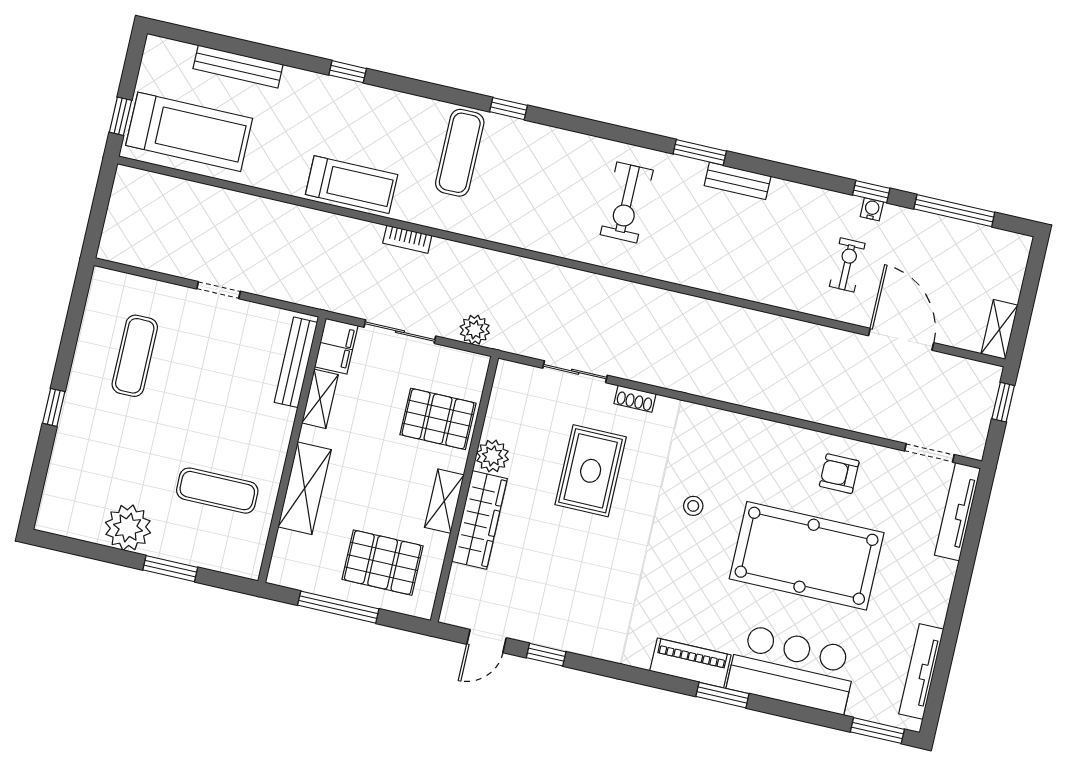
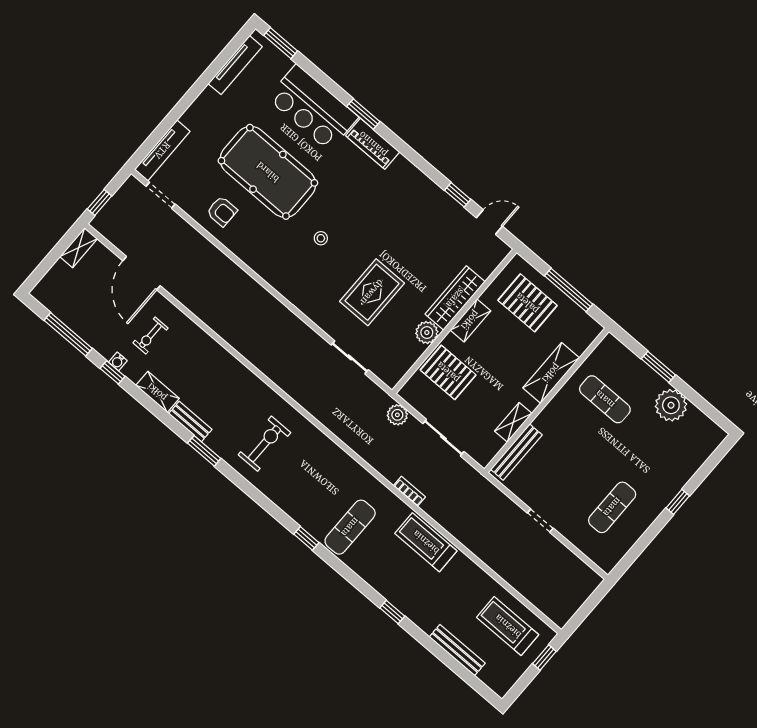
treadmill: (189, 132) -> (508, 626), width x0.73, depth x0.73
shelving: (800, 197) -> (157, 392), added
filing cabinet: (336, 346) -> (487, 449), removed
shoe rack: (635, 399) -> (322, 322), removed

